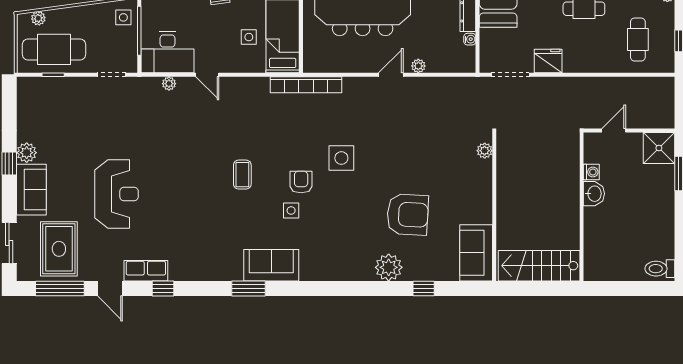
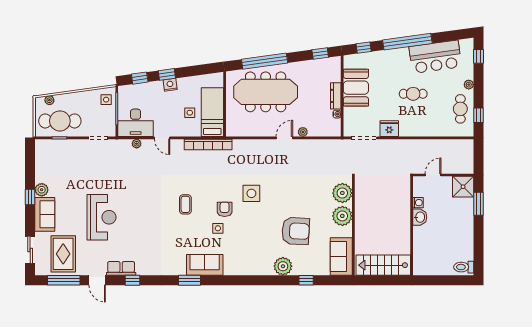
cafe table: (638, 40) -> (460, 109), moved
bookcase: (306, 85) -> (208, 144), moved
plant: (485, 151) -> (342, 193), width x1.87, depth x1.87
plant: (478, 192) -> (342, 216), added

